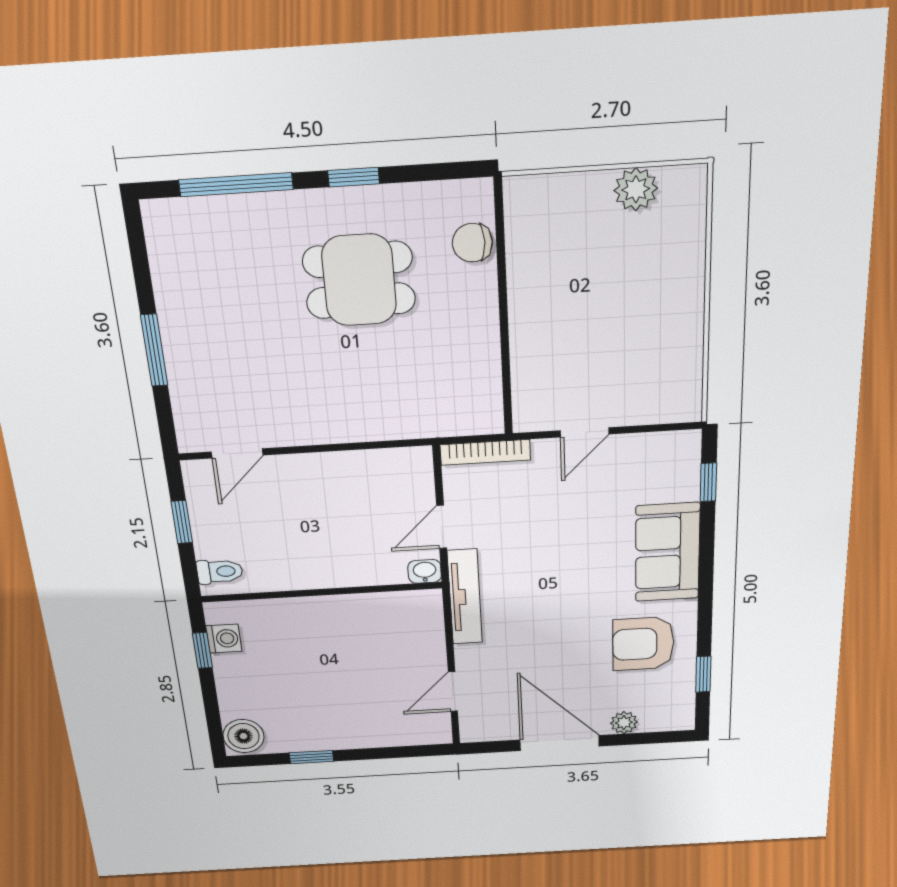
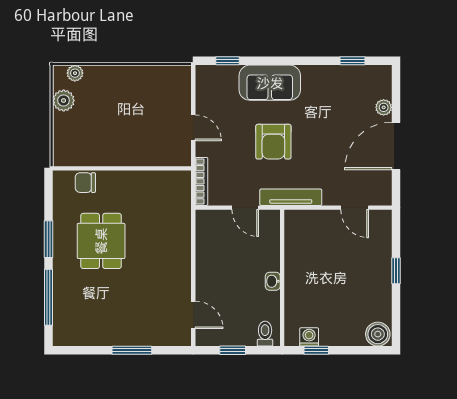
window: (354, 177) -> (48, 239), width x1.50
plant: (691, 209) -> (75, 73), added
chair: (472, 243) -> (85, 183), turned 90
washbasin: (425, 571) -> (273, 281), moved
armchair: (643, 644) -> (273, 142), moved
window: (311, 757) -> (396, 271), moved

